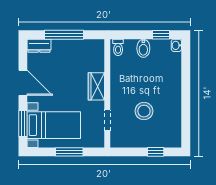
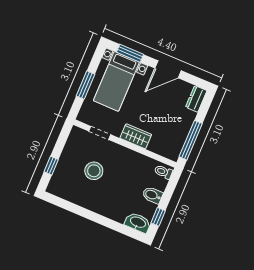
window: (64, 35) -> (191, 140), moved
washbasin: (176, 45) -> (138, 223), width x1.91, depth x1.45

